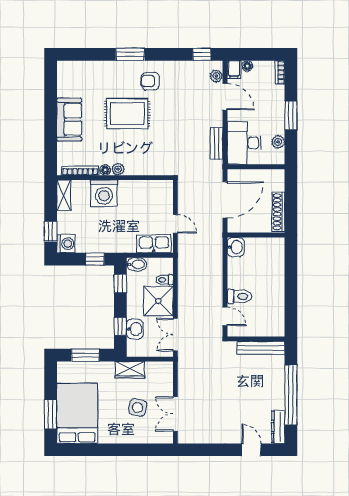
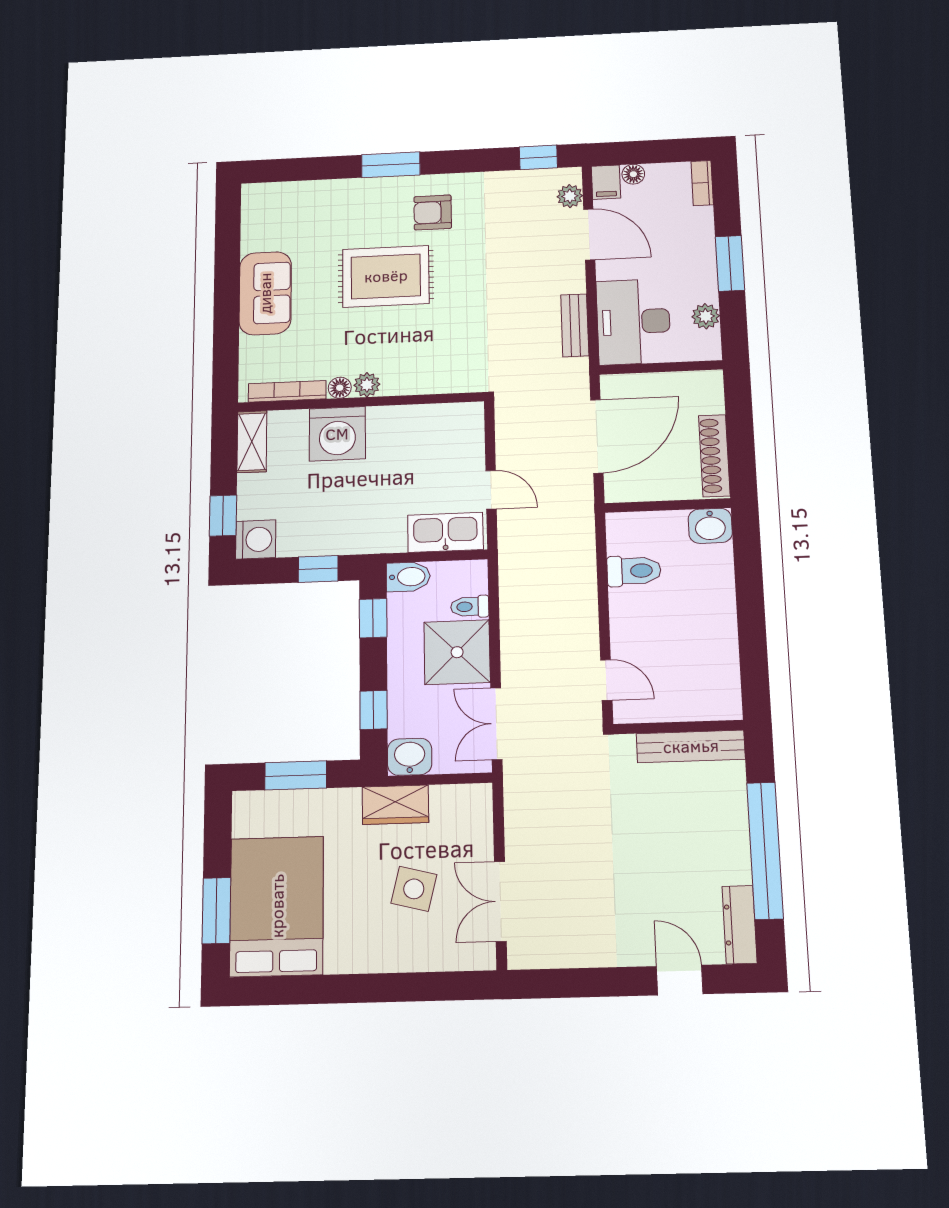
washbasin: (236, 247) -> (710, 526), moved, turned 90
toilet: (239, 296) -> (634, 571), moved
washbasin: (135, 329) -> (410, 757), moved, turned -90

